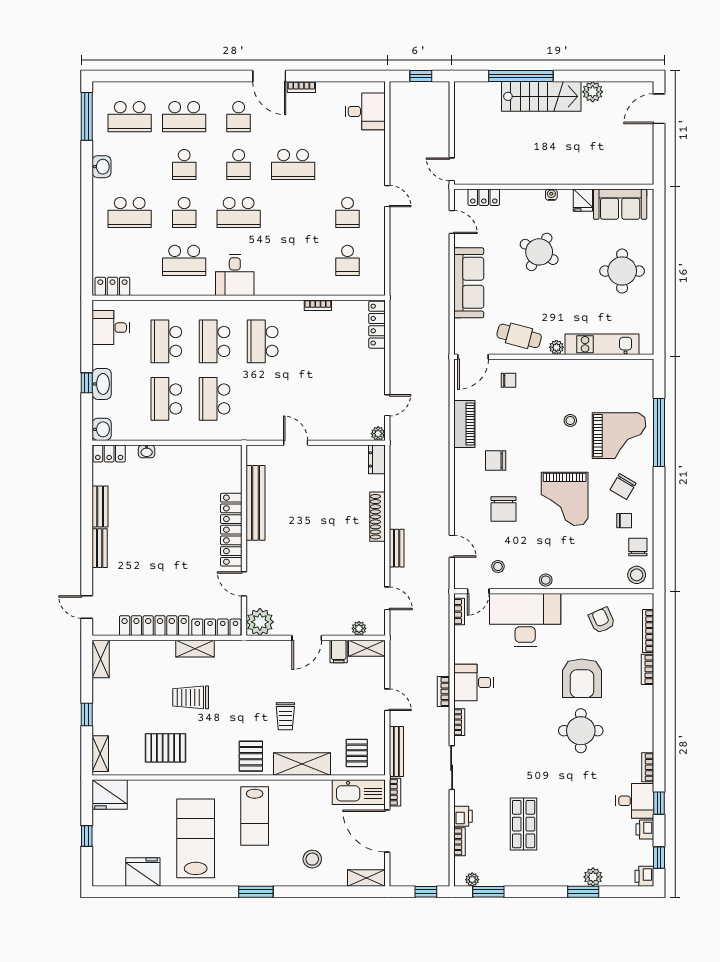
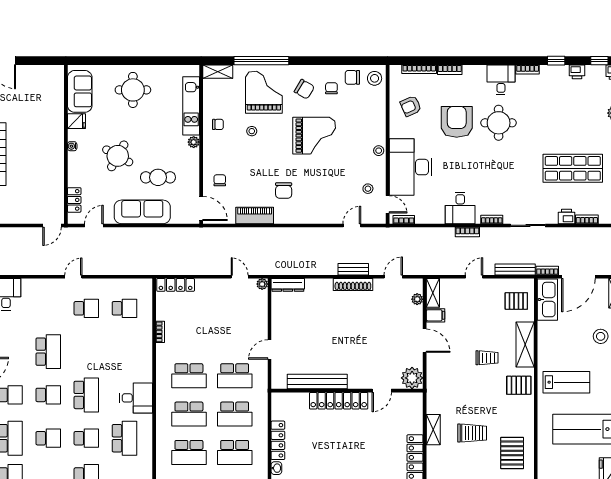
cafe table: (519, 336) -> (158, 177), moved, turned 75
shelving: (645, 378) -> (218, 72), added
school desk: (263, 399) -> (235, 376), added
dresser: (377, 459) -> (288, 285), width x1.44
chair: (503, 509) -> (218, 124), moved, width x0.54, depth x0.54
shoe rack: (377, 517) -> (353, 285), moved
locker: (216, 627) -> (278, 440), moved, turned 180
armchair: (582, 678) -> (457, 122), turned -90
trolley: (191, 697) -> (472, 433), turned -90
desk: (635, 801) -> (501, 80), moved
shop shelf: (524, 824) -> (573, 168), width x1.43, depth x1.36

